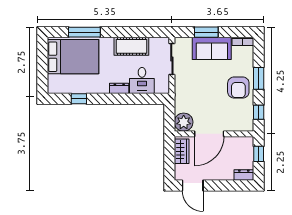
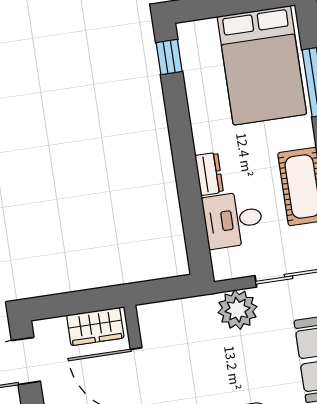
window: (79, 99) -> (169, 57), moved
plant: (184, 122) -> (237, 310), moved

